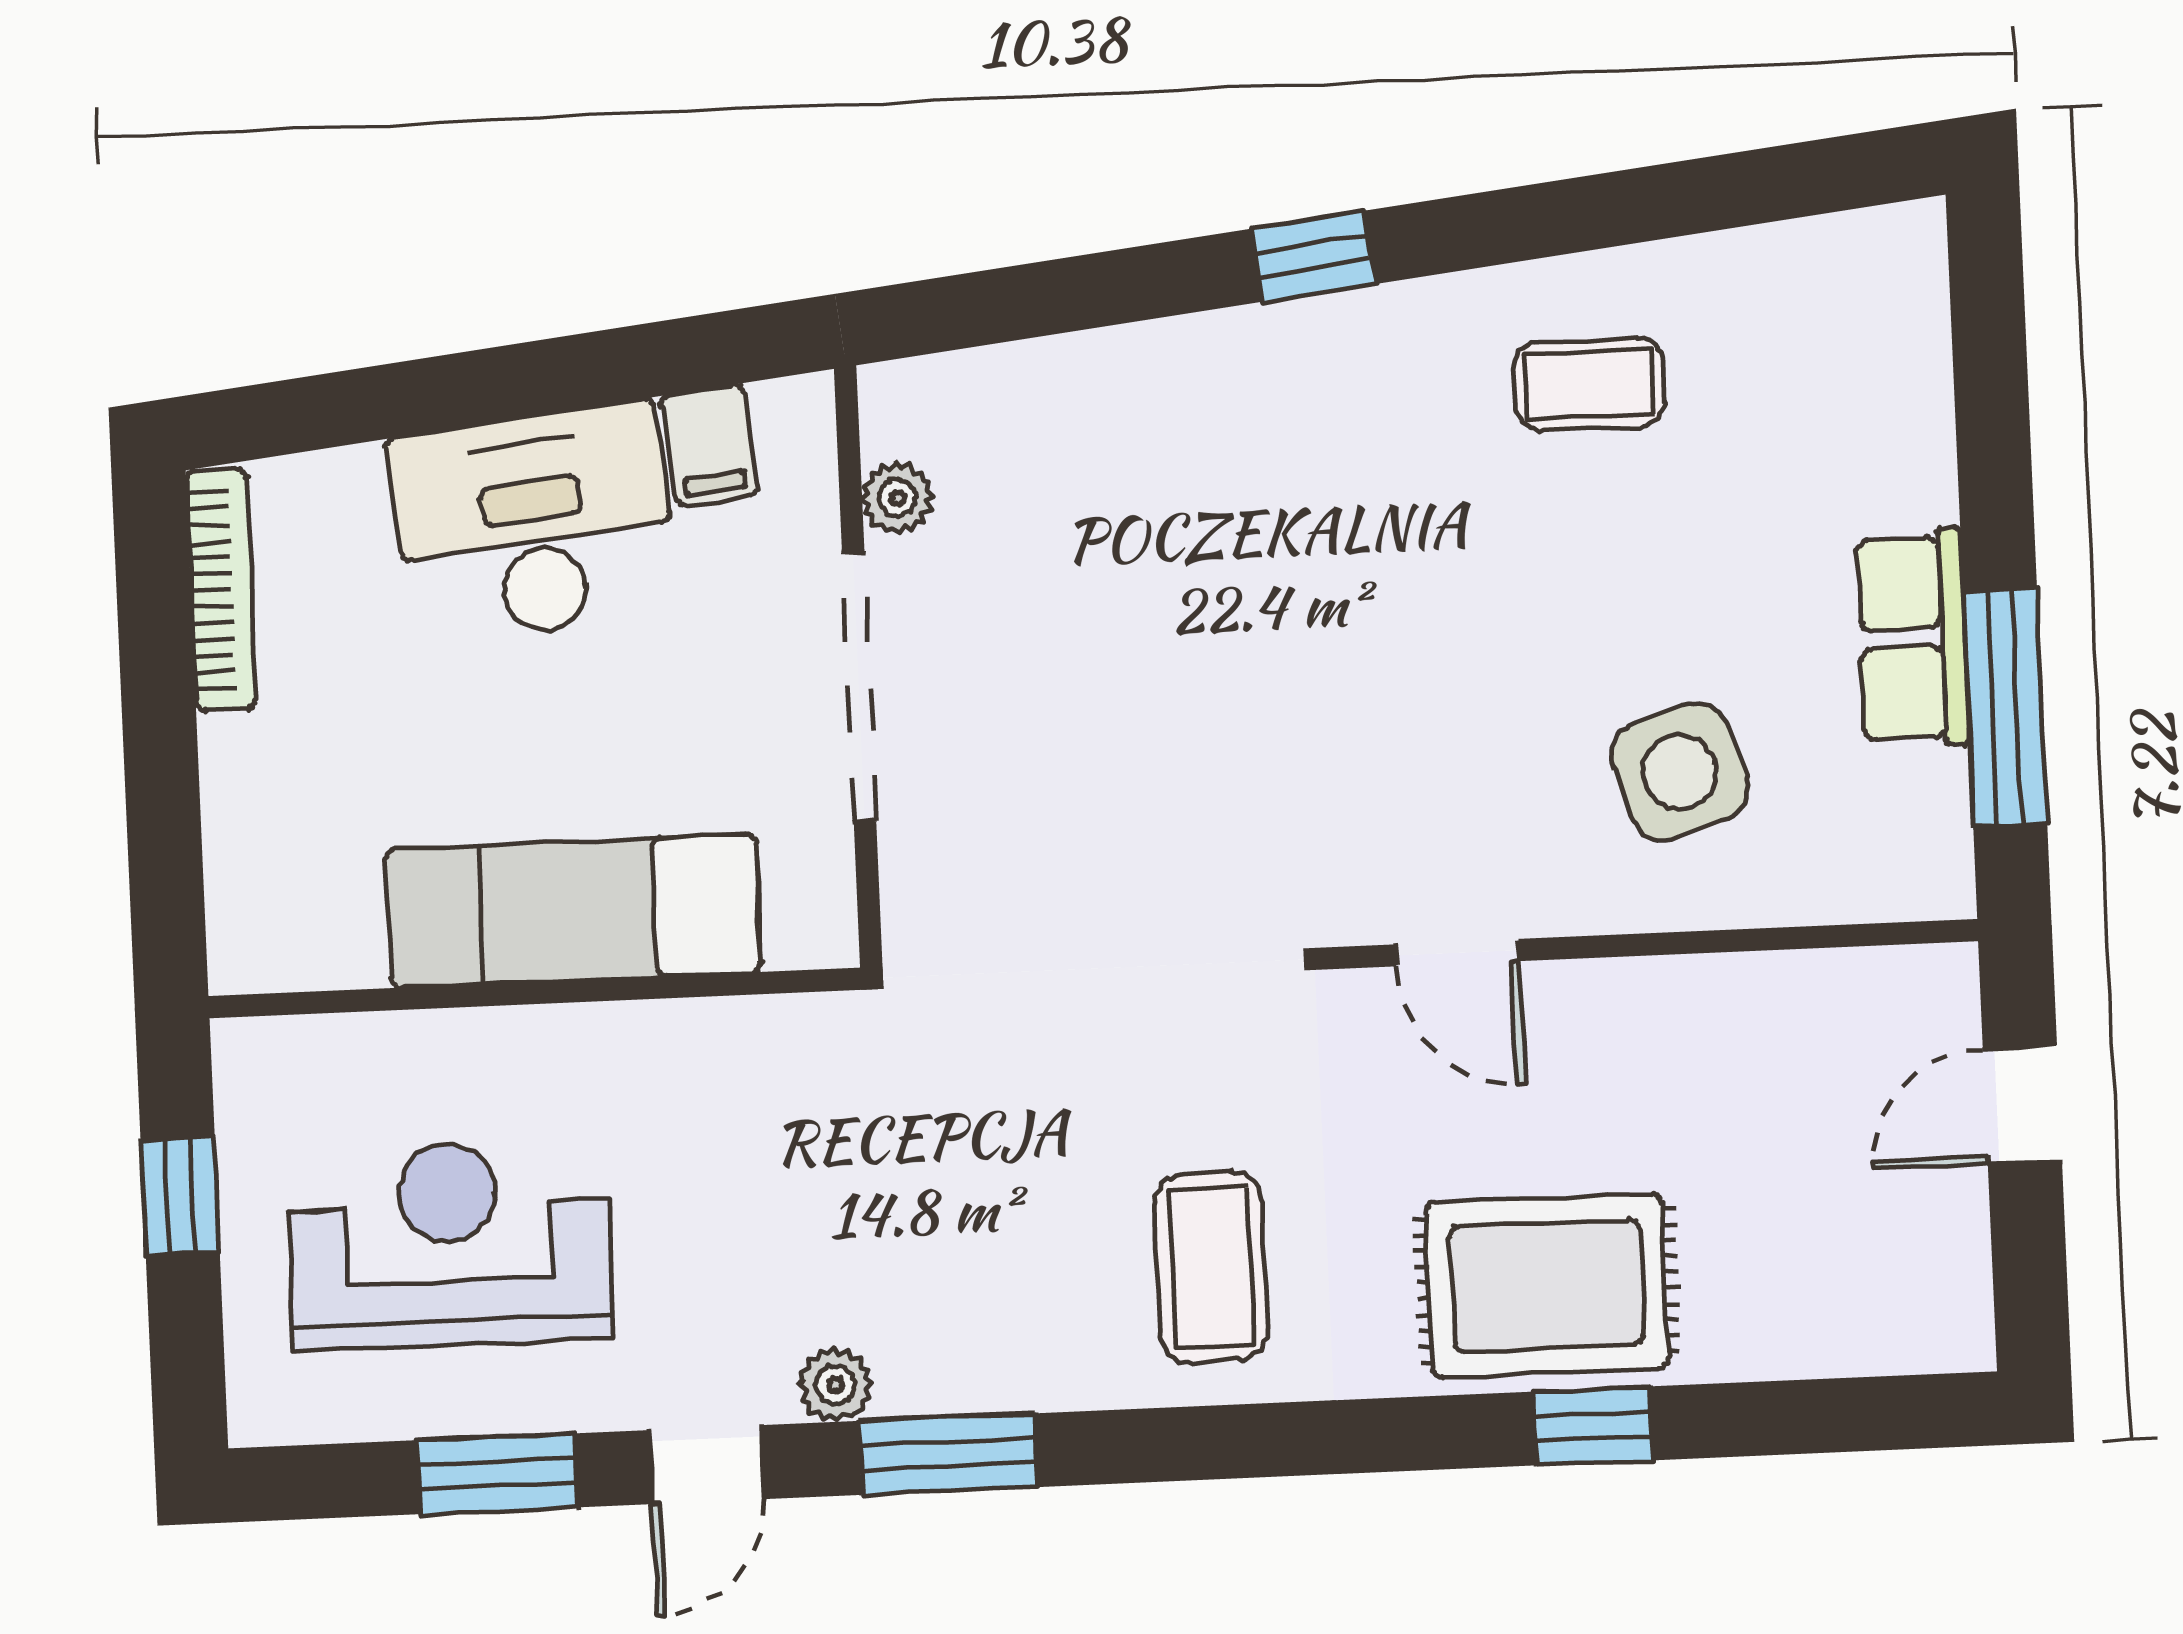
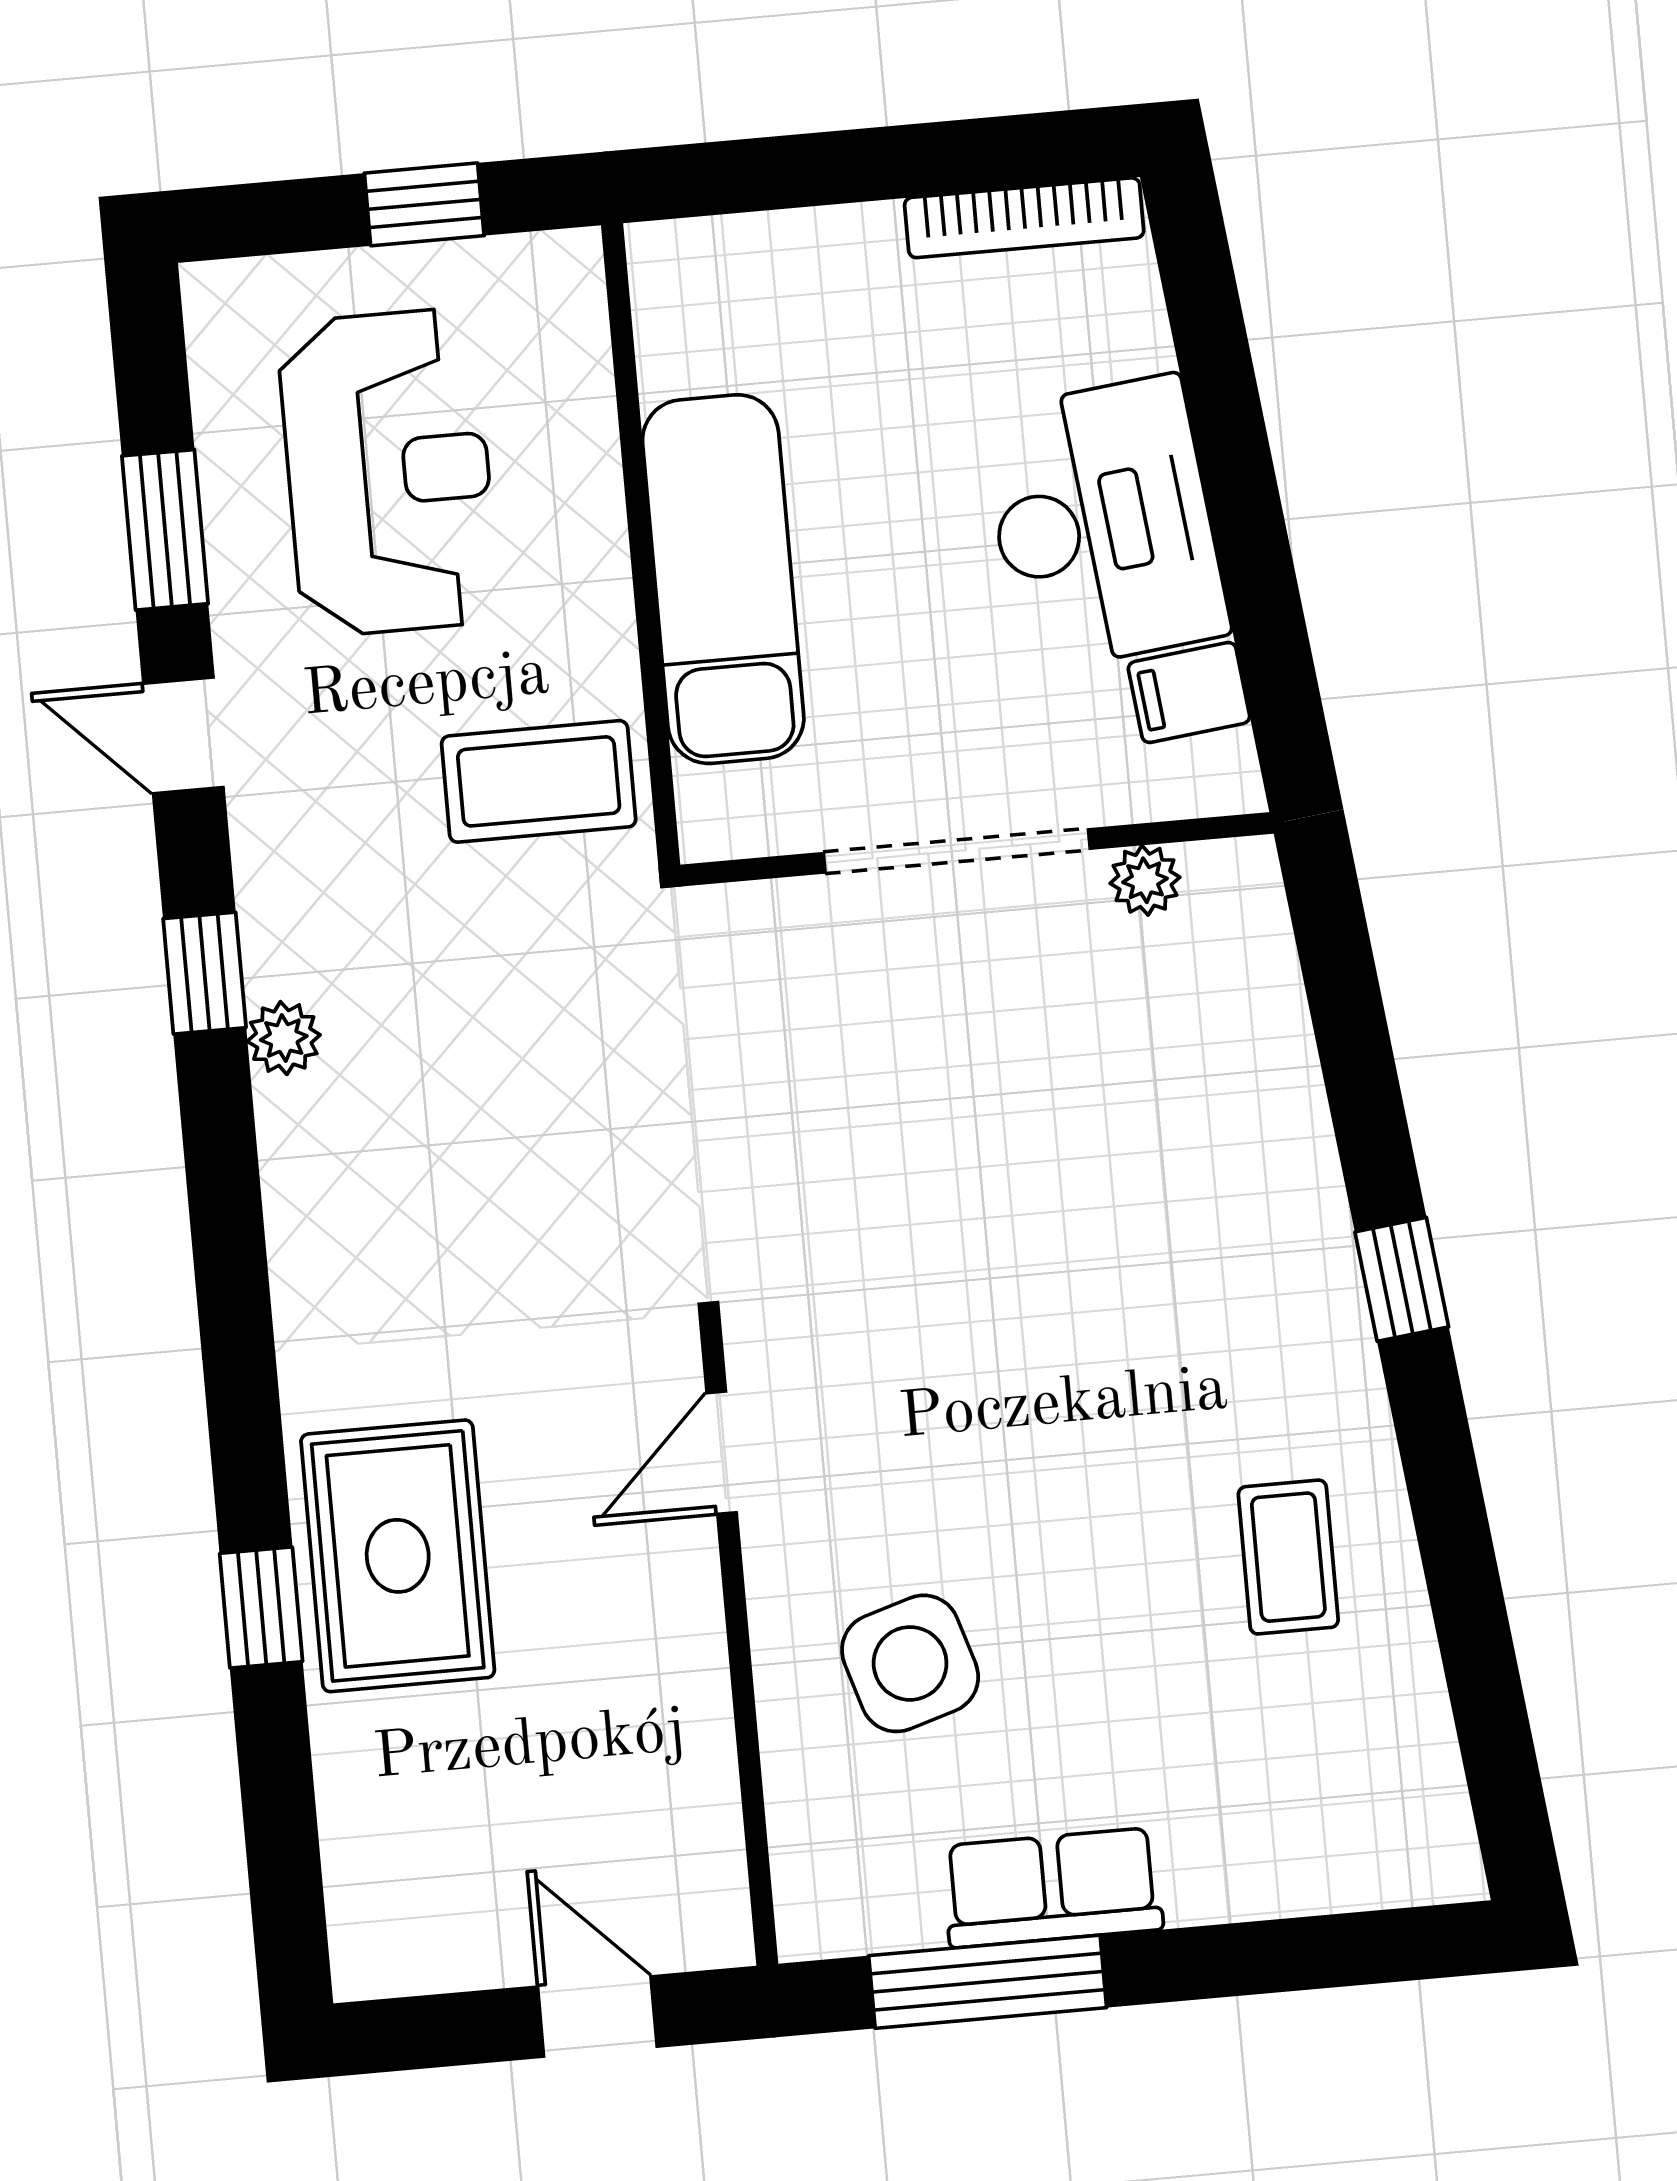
coffee table: (1211, 1267) -> (539, 781), moved
plant: (835, 1385) -> (284, 1038), moved
window: (948, 1454) -> (205, 973), width x0.67

